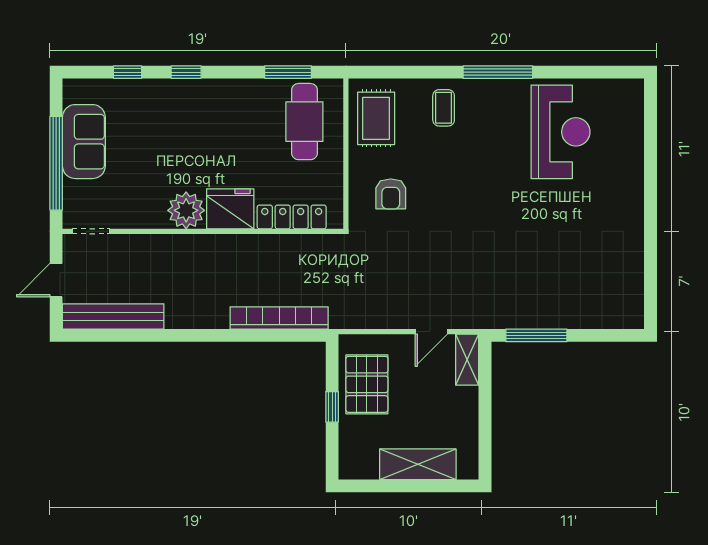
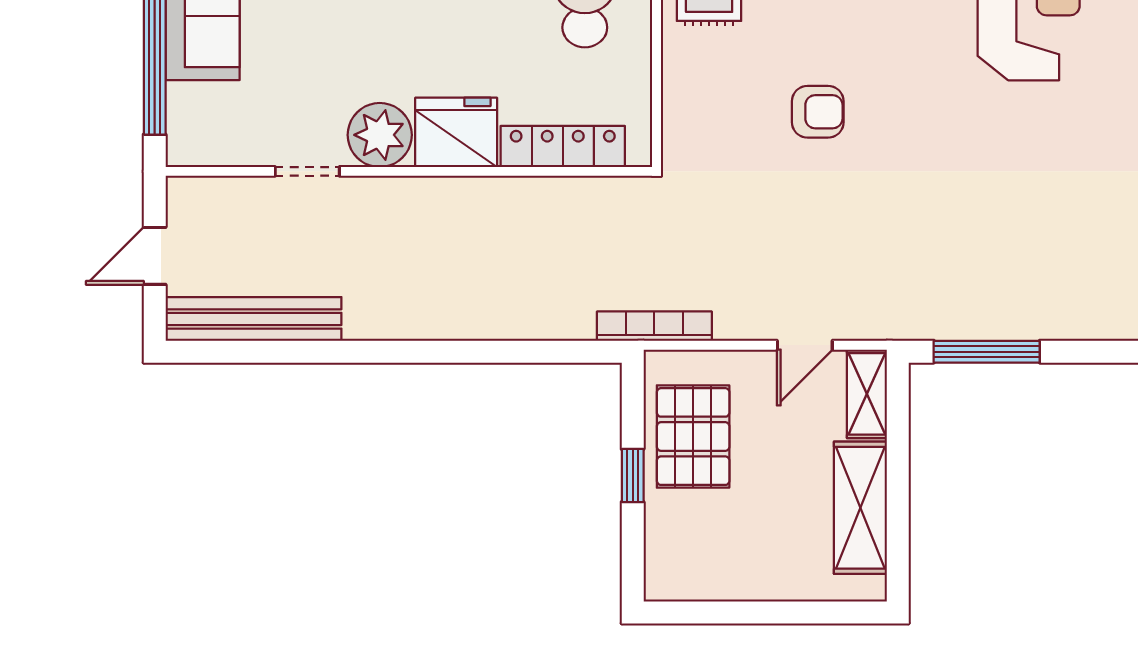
armchair: (391, 194) -> (818, 112), moved, turned -90
doorway: (91, 231) -> (307, 171), moved
bookcase: (279, 318) -> (654, 326), moved, width x0.68, depth x0.76
shelving: (418, 464) -> (860, 508), moved, turned 90

